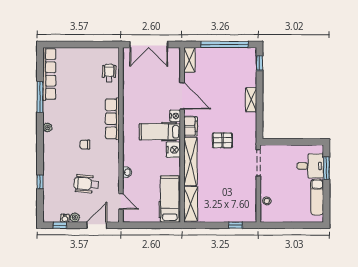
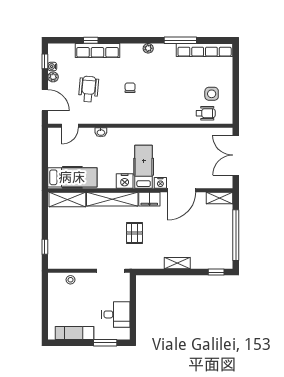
side table: (91, 67) -> (212, 94), added
row of seats: (112, 119) -> (98, 51), moved, turned 180
desk: (310, 166) -> (116, 314), moved, turned -90

